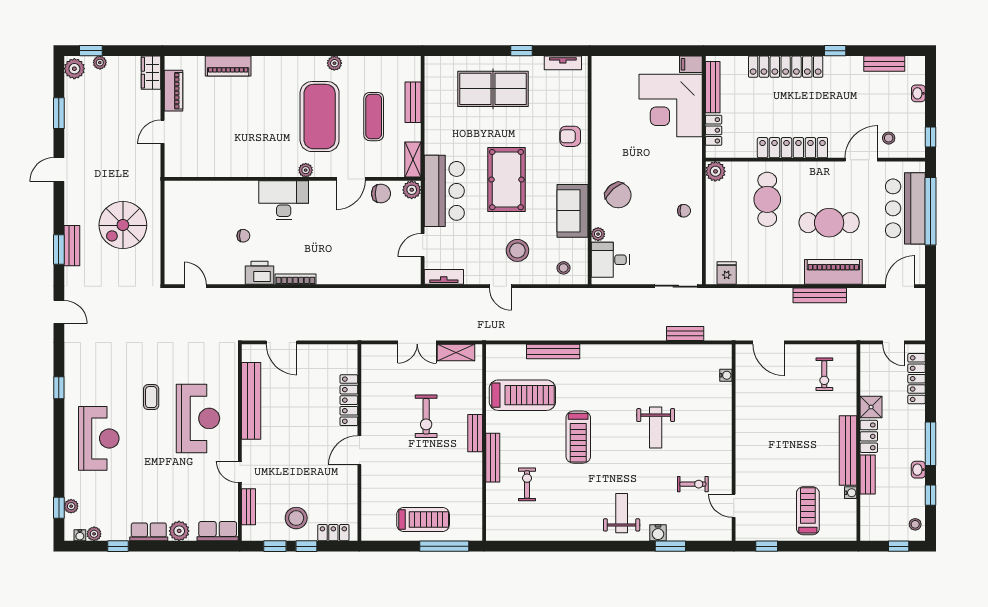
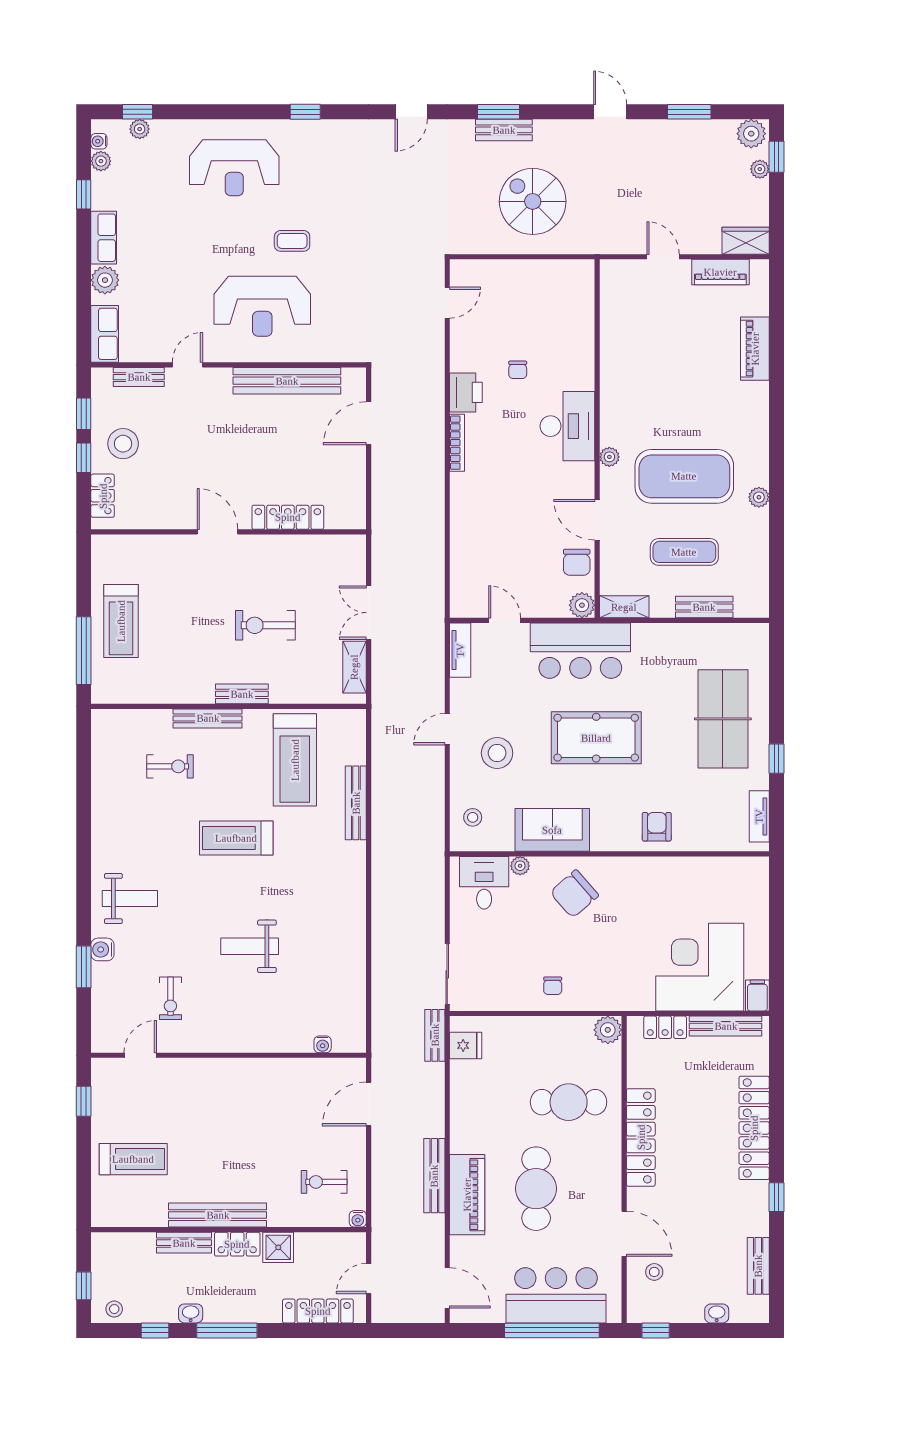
bench: (685, 334) -> (435, 1035), moved
water cooler: (851, 493) -> (358, 1219), moved

